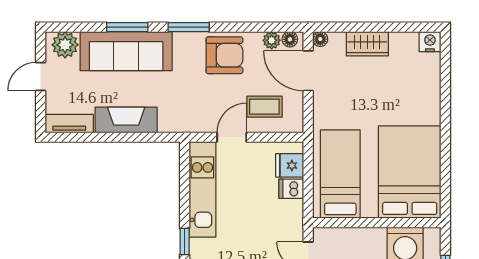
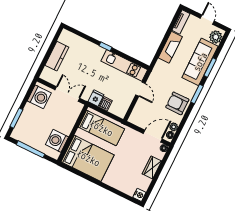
armchair: (224, 55) -> (177, 103), turned 90
coffee table: (264, 107) -> (147, 110), removed
fridge: (290, 165) -> (96, 98), moved

